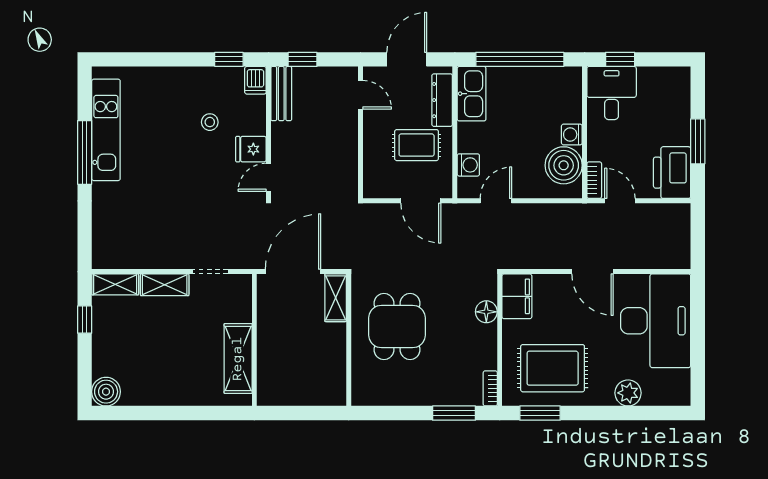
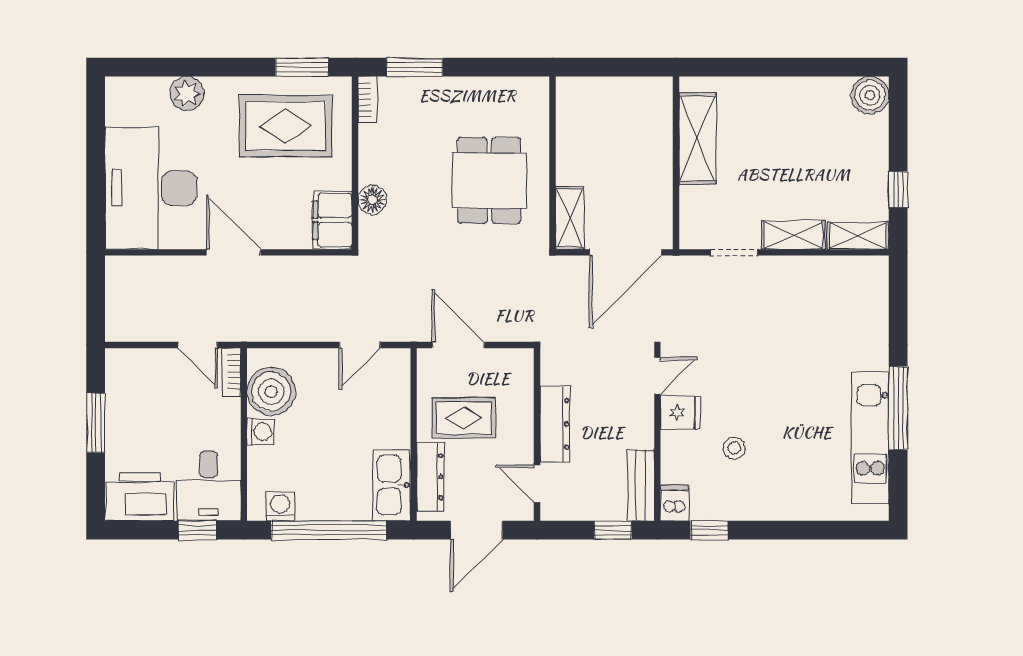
dresser: (347, 140) -> (555, 424), added
washing machine: (468, 165) -> (280, 506), moved, turned 90
printer: (672, 173) -> (140, 497), moved, turned -90

